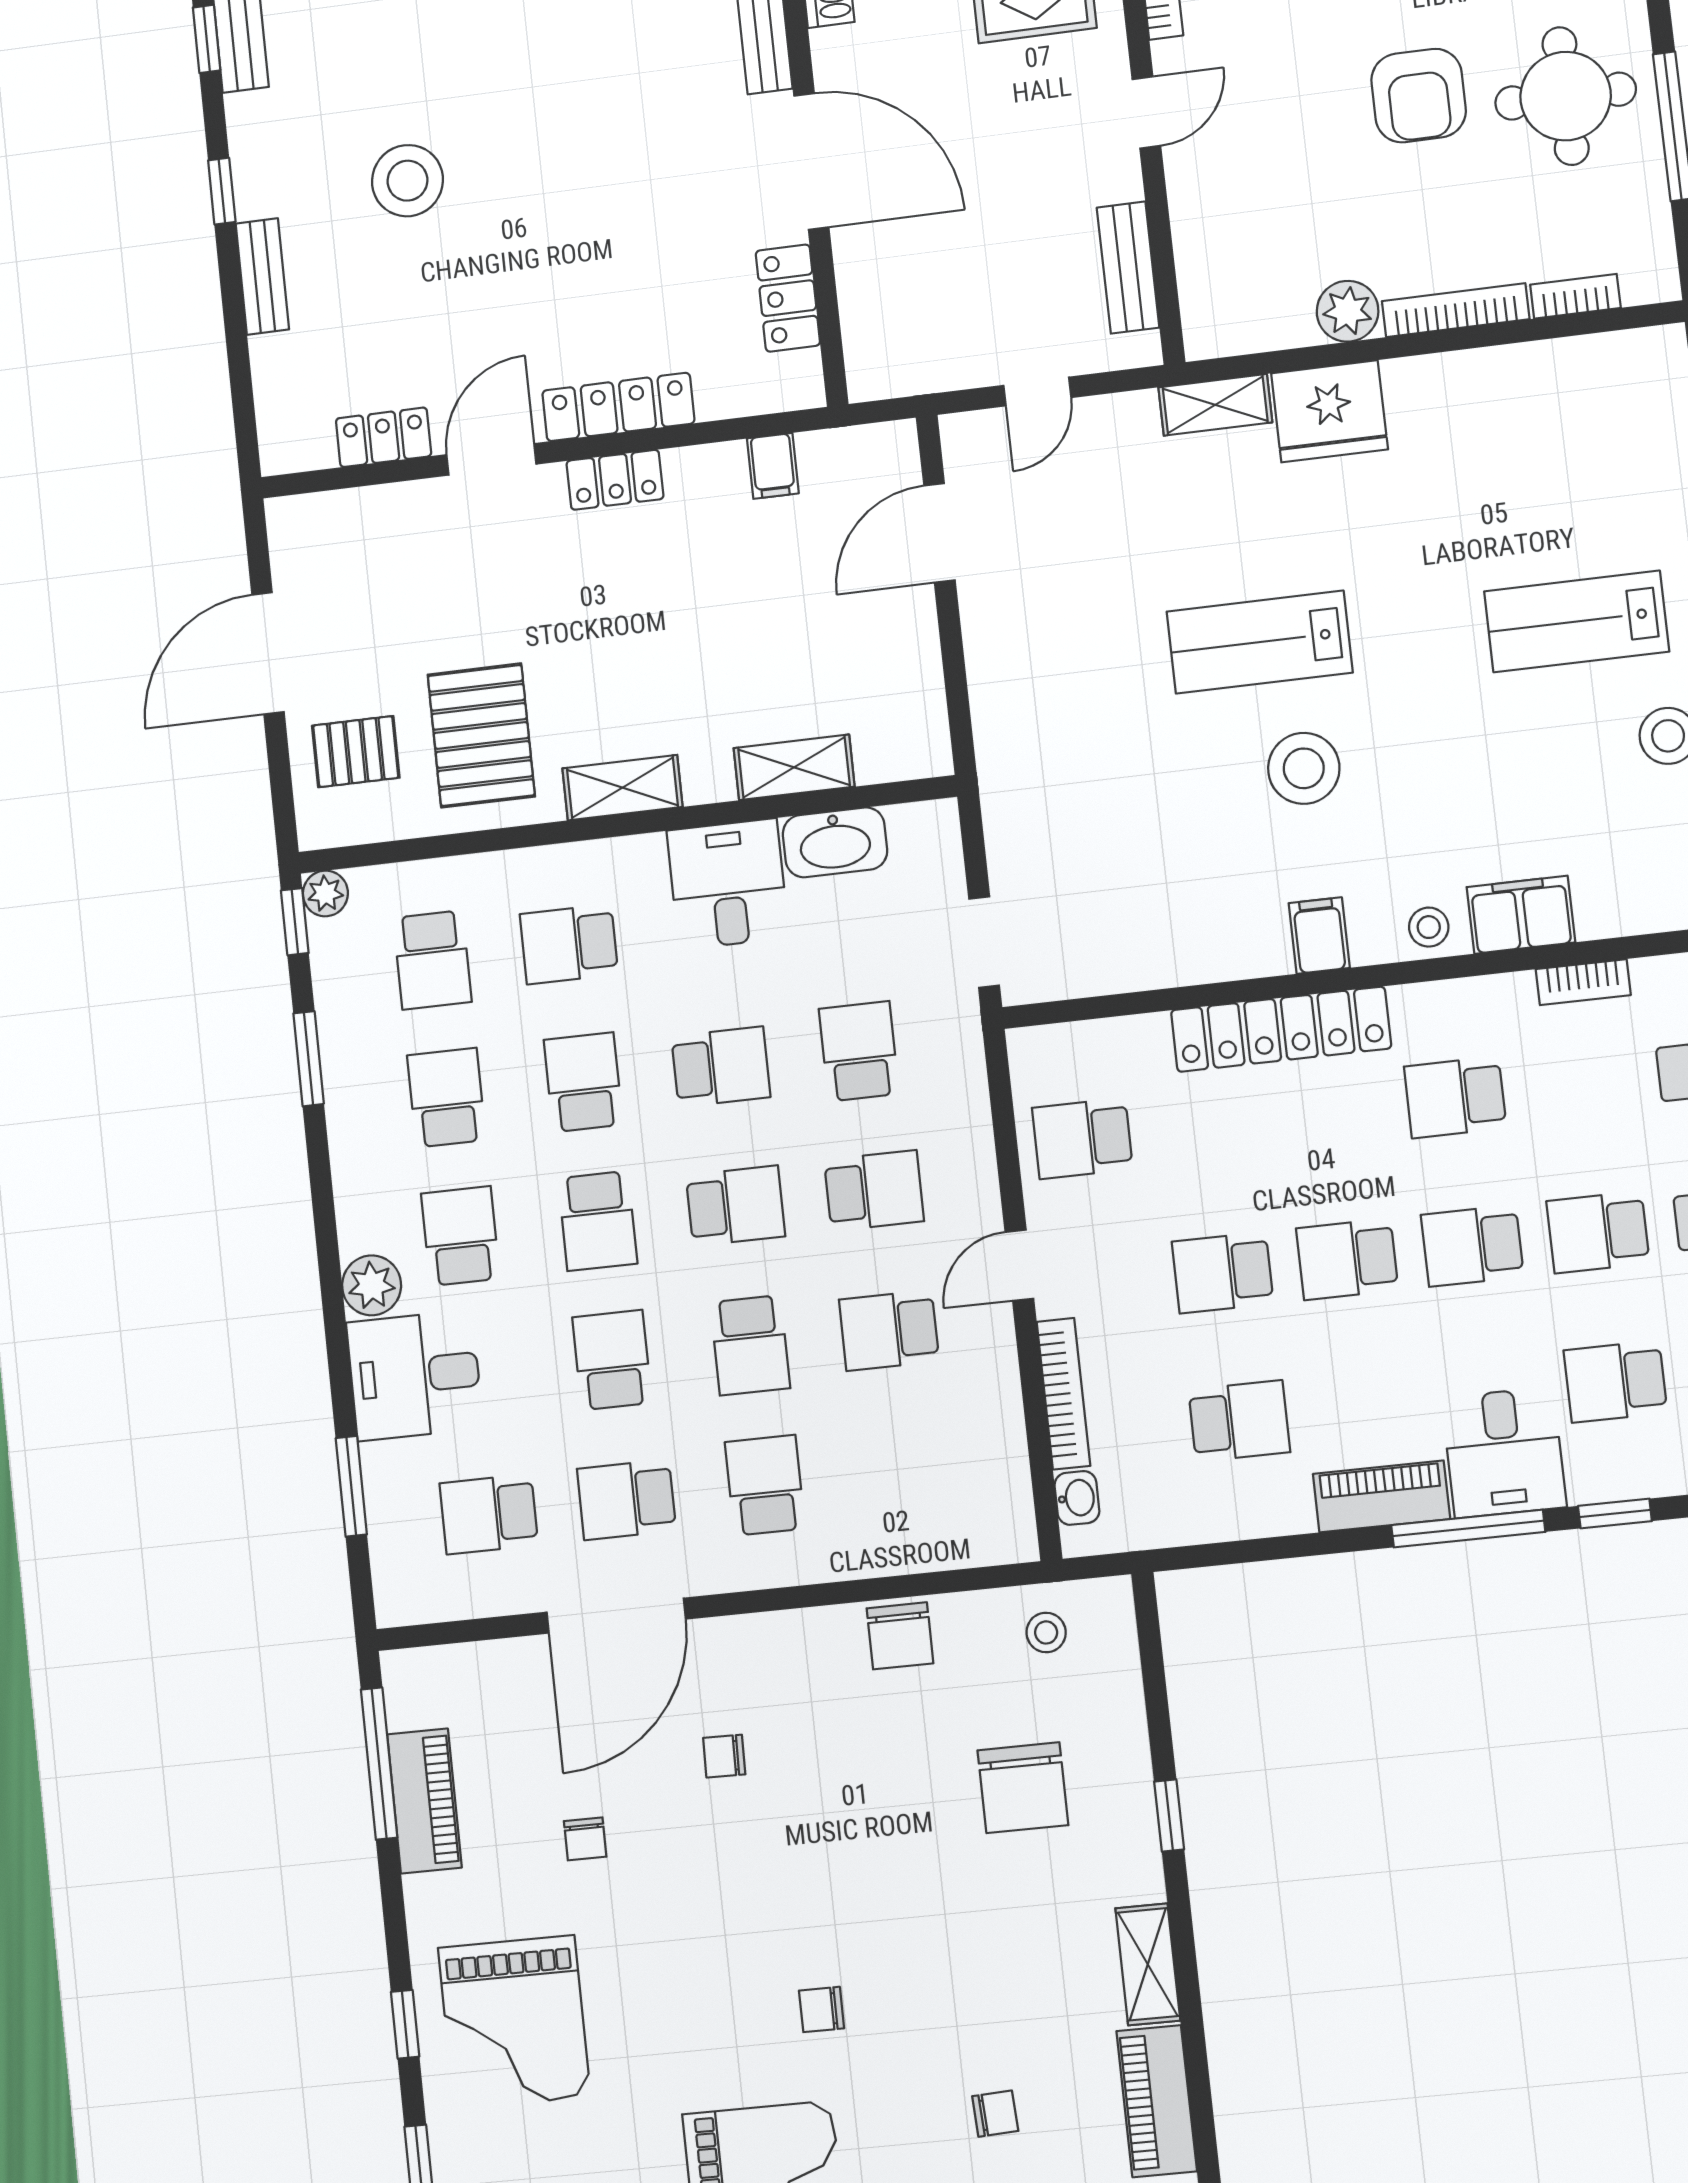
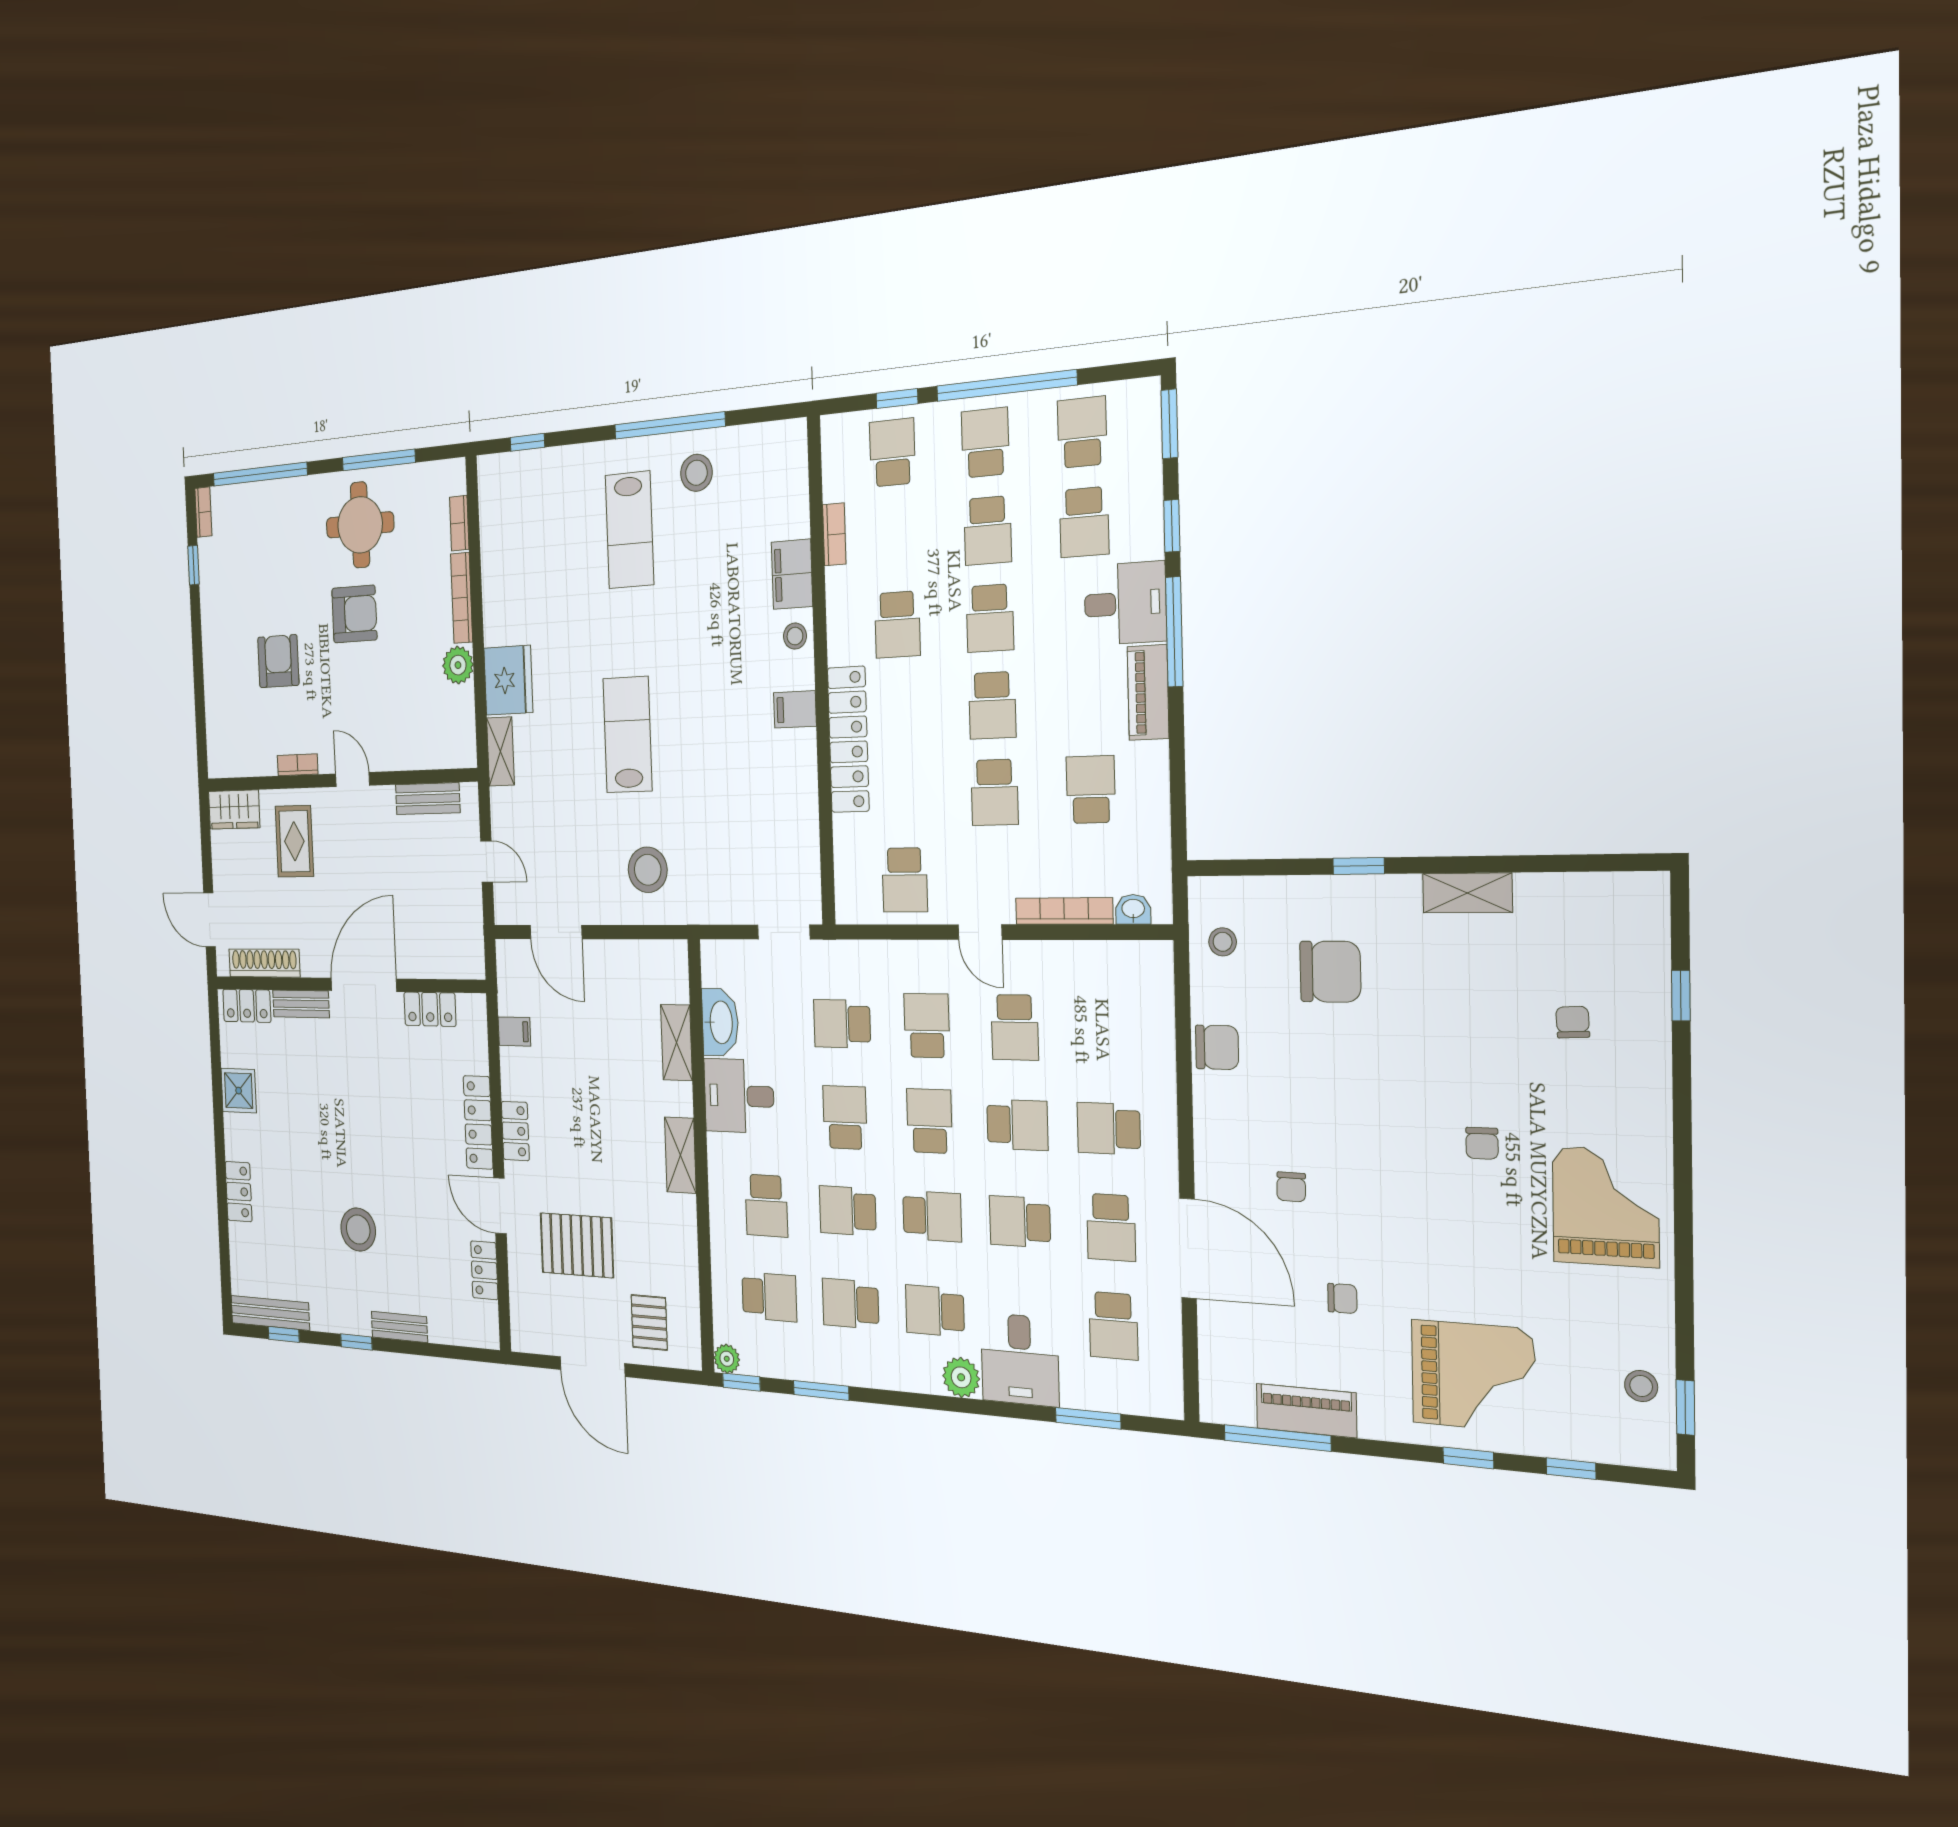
lab bench: (1260, 642) -> (627, 735), turned 180
pallet: (481, 735) -> (577, 1245), moved
stool: (1304, 768) -> (648, 870), moved
piano: (1157, 2101) -> (1573, 897), removed

